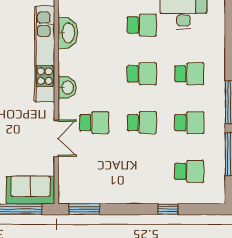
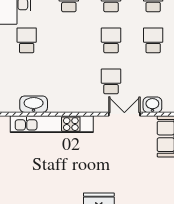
school desk: (142, 74) -> (153, 40), moved
washbasin: (67, 88) -> (152, 105), moved

